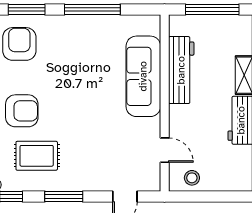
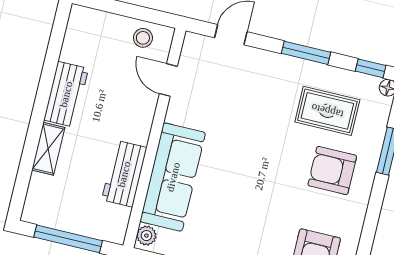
plant: (153, 27) -> (146, 236), added
workbench: (181, 70) -> (124, 174), width x0.73

